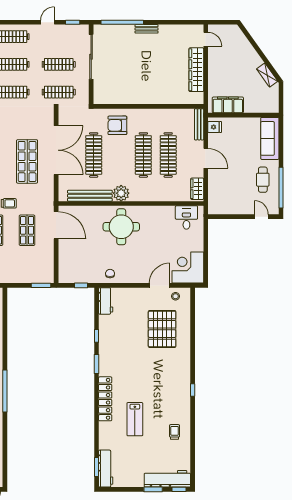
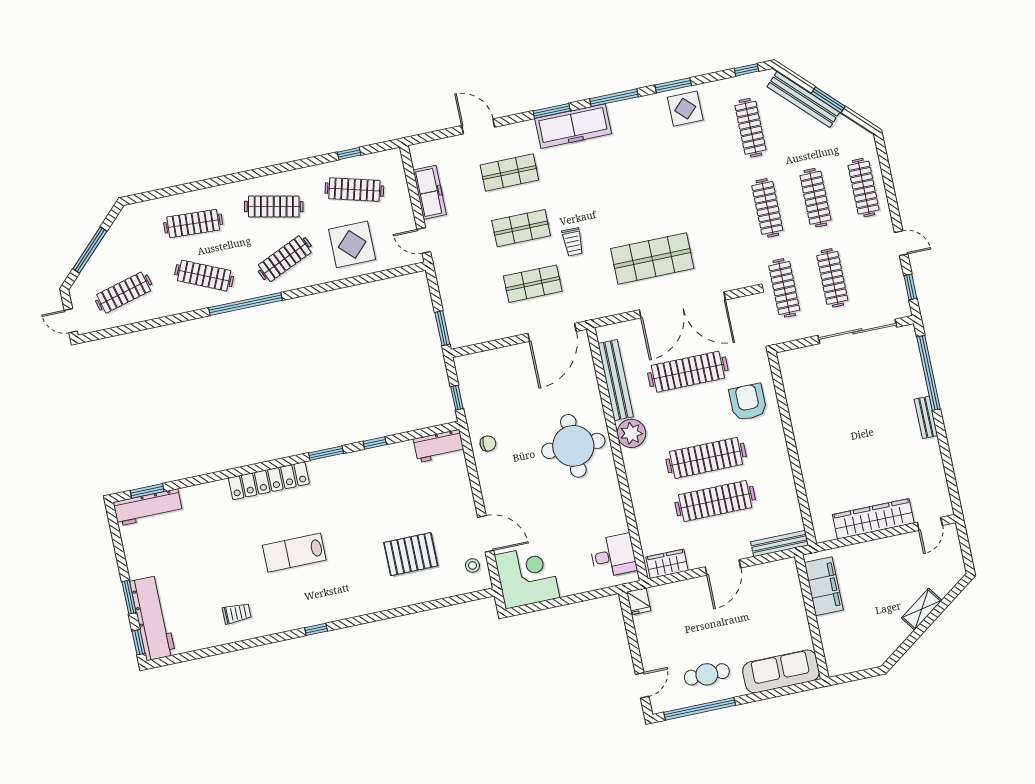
shelving: (267, 75) -> (922, 609), moved
fridge: (215, 127) -> (639, 601), moved
pallet: (162, 329) -> (411, 554), width x0.73, depth x0.71
lab bench: (135, 419) -> (294, 553), moved

